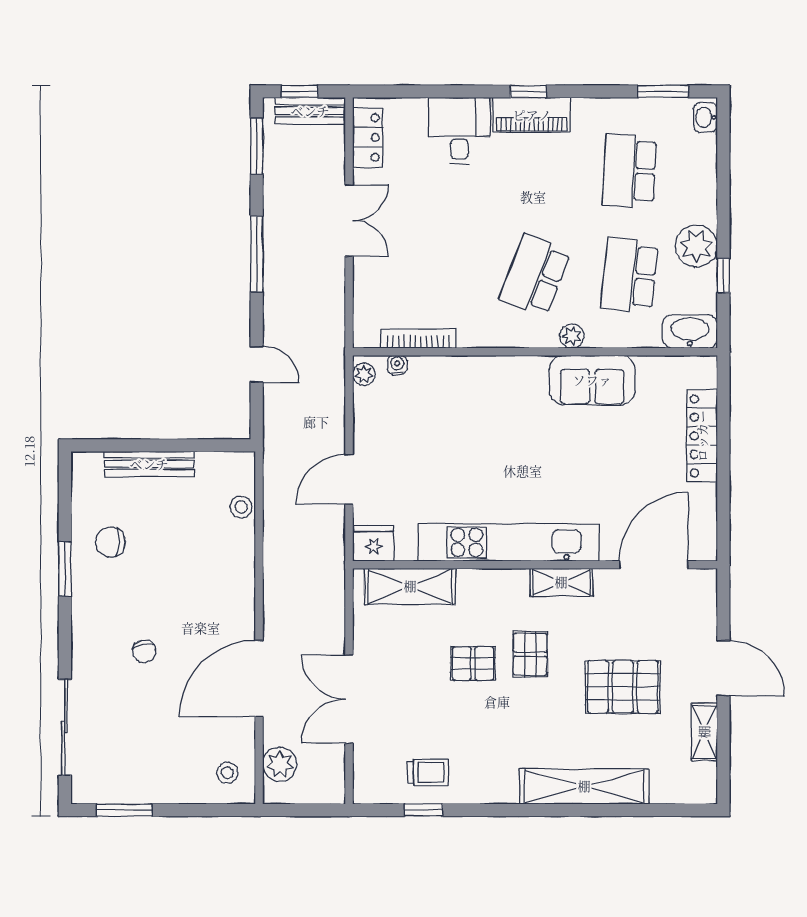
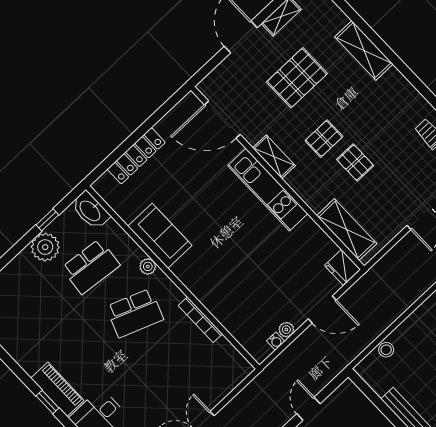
school desk: (629, 171) -> (39, 315), removed
bookcase: (418, 339) -> (200, 320), moved
water cooler: (397, 365) -> (276, 341), moved, turned -90
plant: (364, 374) -> (286, 330), moved
kitchen unit: (508, 542) -> (268, 190), width x0.73
pallet: (623, 687) -> (297, 78), turned 90
shelving: (584, 786) -> (364, 50), width x0.68

